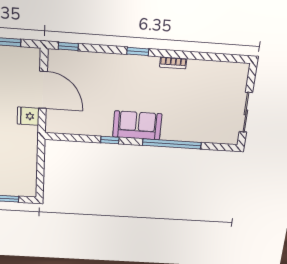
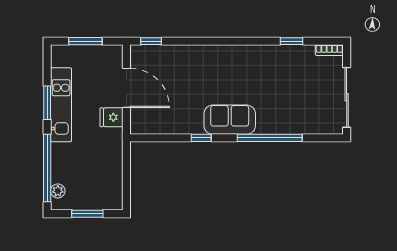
window: (138, 51) -> (292, 41), moved
bookcase: (173, 63) -> (329, 50), moved
sliding door: (246, 112) -> (347, 97), width x1.37

